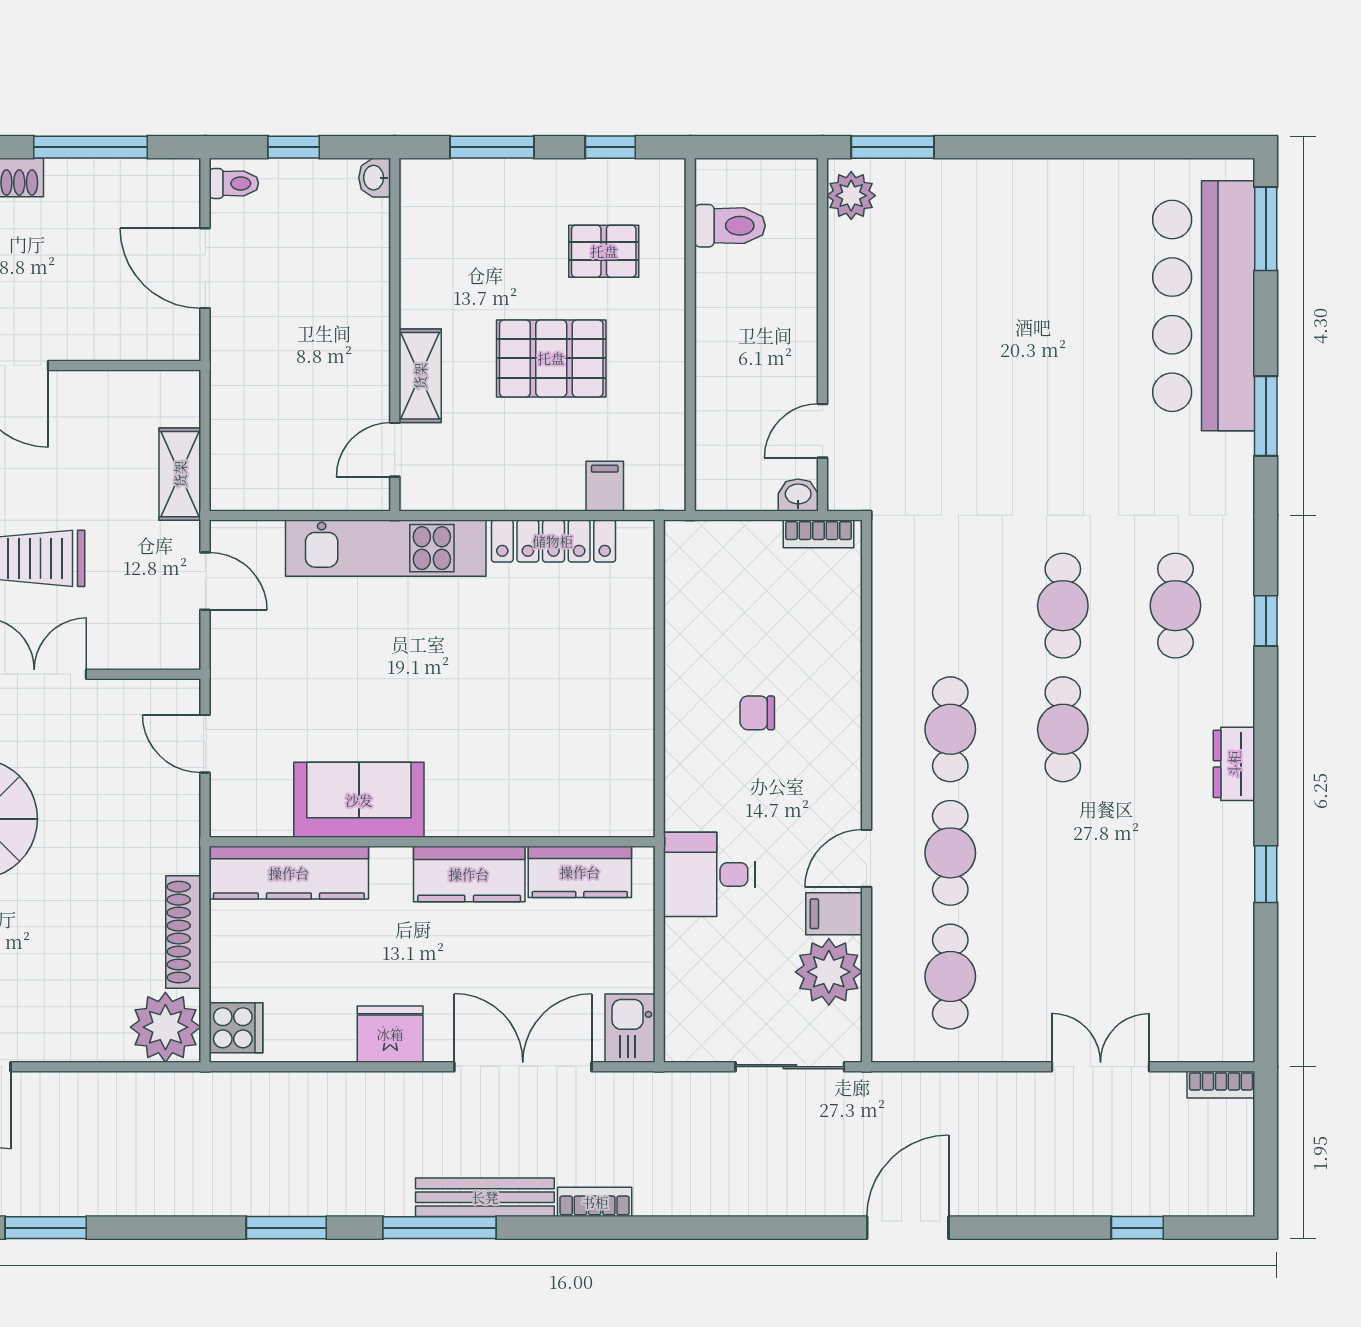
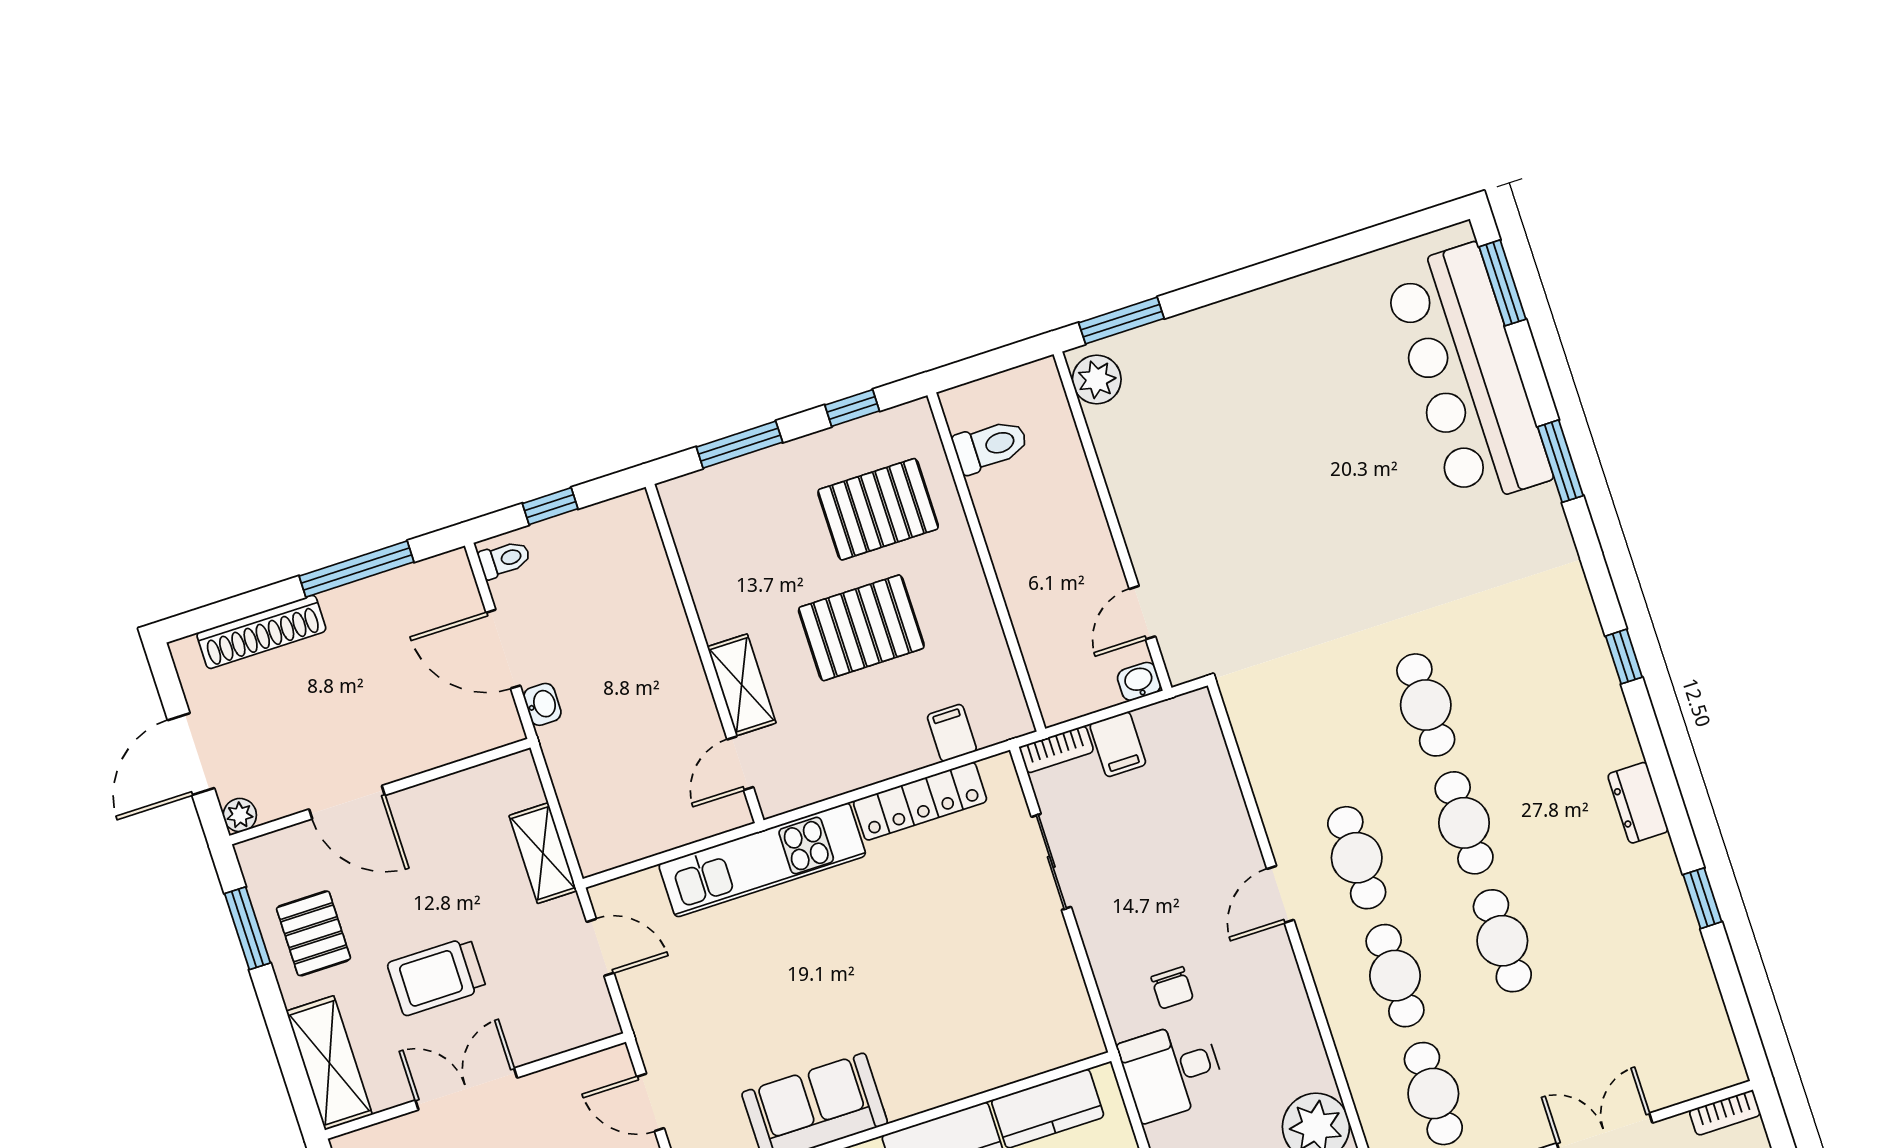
washbasin: (375, 178) -> (542, 704), moved, turned 180
pallet: (604, 251) -> (878, 509), width x1.50, depth x1.42
bookcase: (818, 534) -> (1056, 749), moved
cafe table: (1175, 606) -> (1502, 941), moved
sliding door: (659, 639) -> (1051, 862), added
chair: (757, 713) -> (1172, 988), moved, turned -90
door: (867, 858) -> (1280, 894), moved
filing cabinet: (834, 914) -> (1118, 744), moved, turned -90

